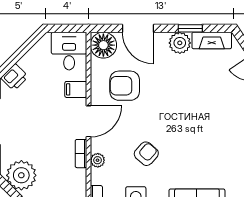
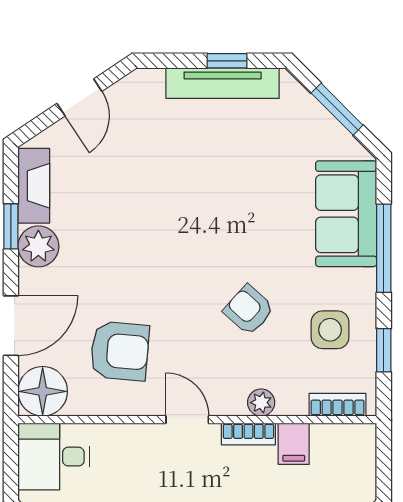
armchair: (125, 86) -> (120, 351), turned -85
filing cabinet: (76, 89) -> (294, 444), moved
door: (89, 121) -> (187, 420), width x0.73

